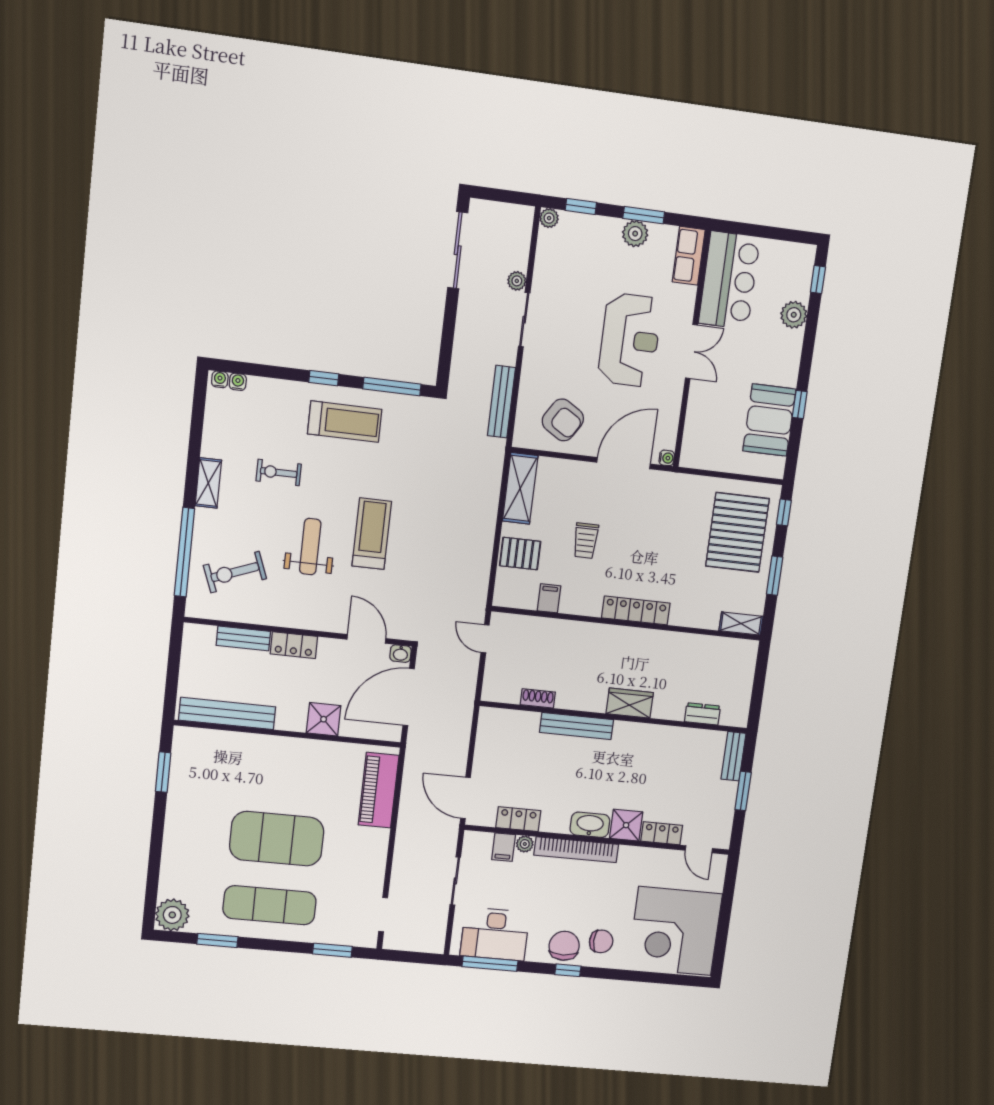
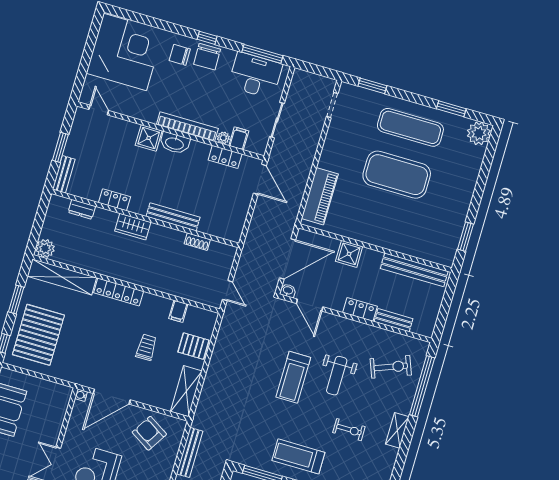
shelving: (741, 624) -> (62, 277), width x2.20, depth x1.33
plant: (745, 652) -> (45, 248), added
locker: (662, 833) -> (114, 200), moved, turned 180

